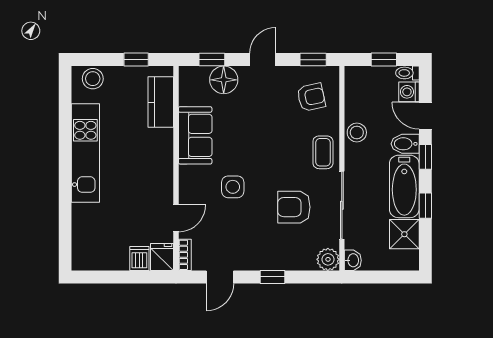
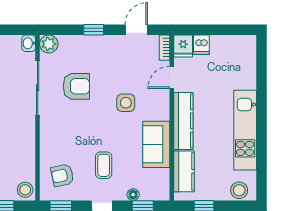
floor lamp: (224, 80) -> (133, 195), width x0.53, depth x0.53
stool: (357, 132) -> (25, 190), moved
coffee table: (323, 152) -> (104, 165), moved
kitchen counter: (162, 164) -> (183, 121), added

